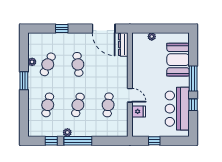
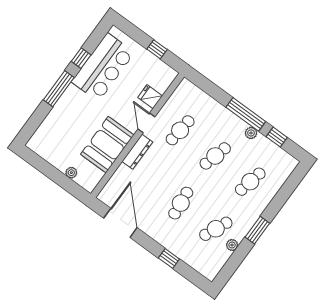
dresser: (123, 44) -> (137, 152), moved
booth: (178, 60) -> (107, 145), moved

